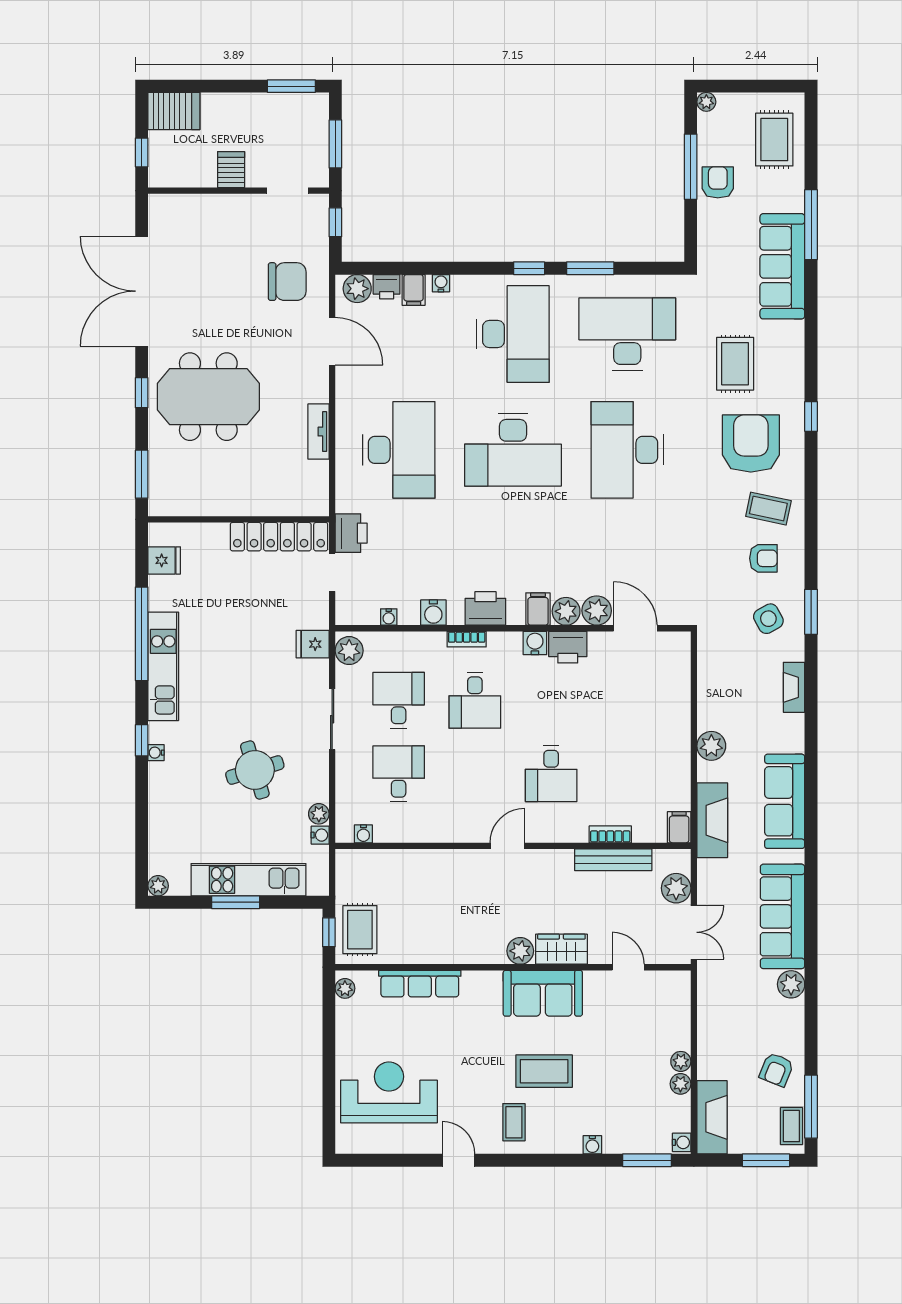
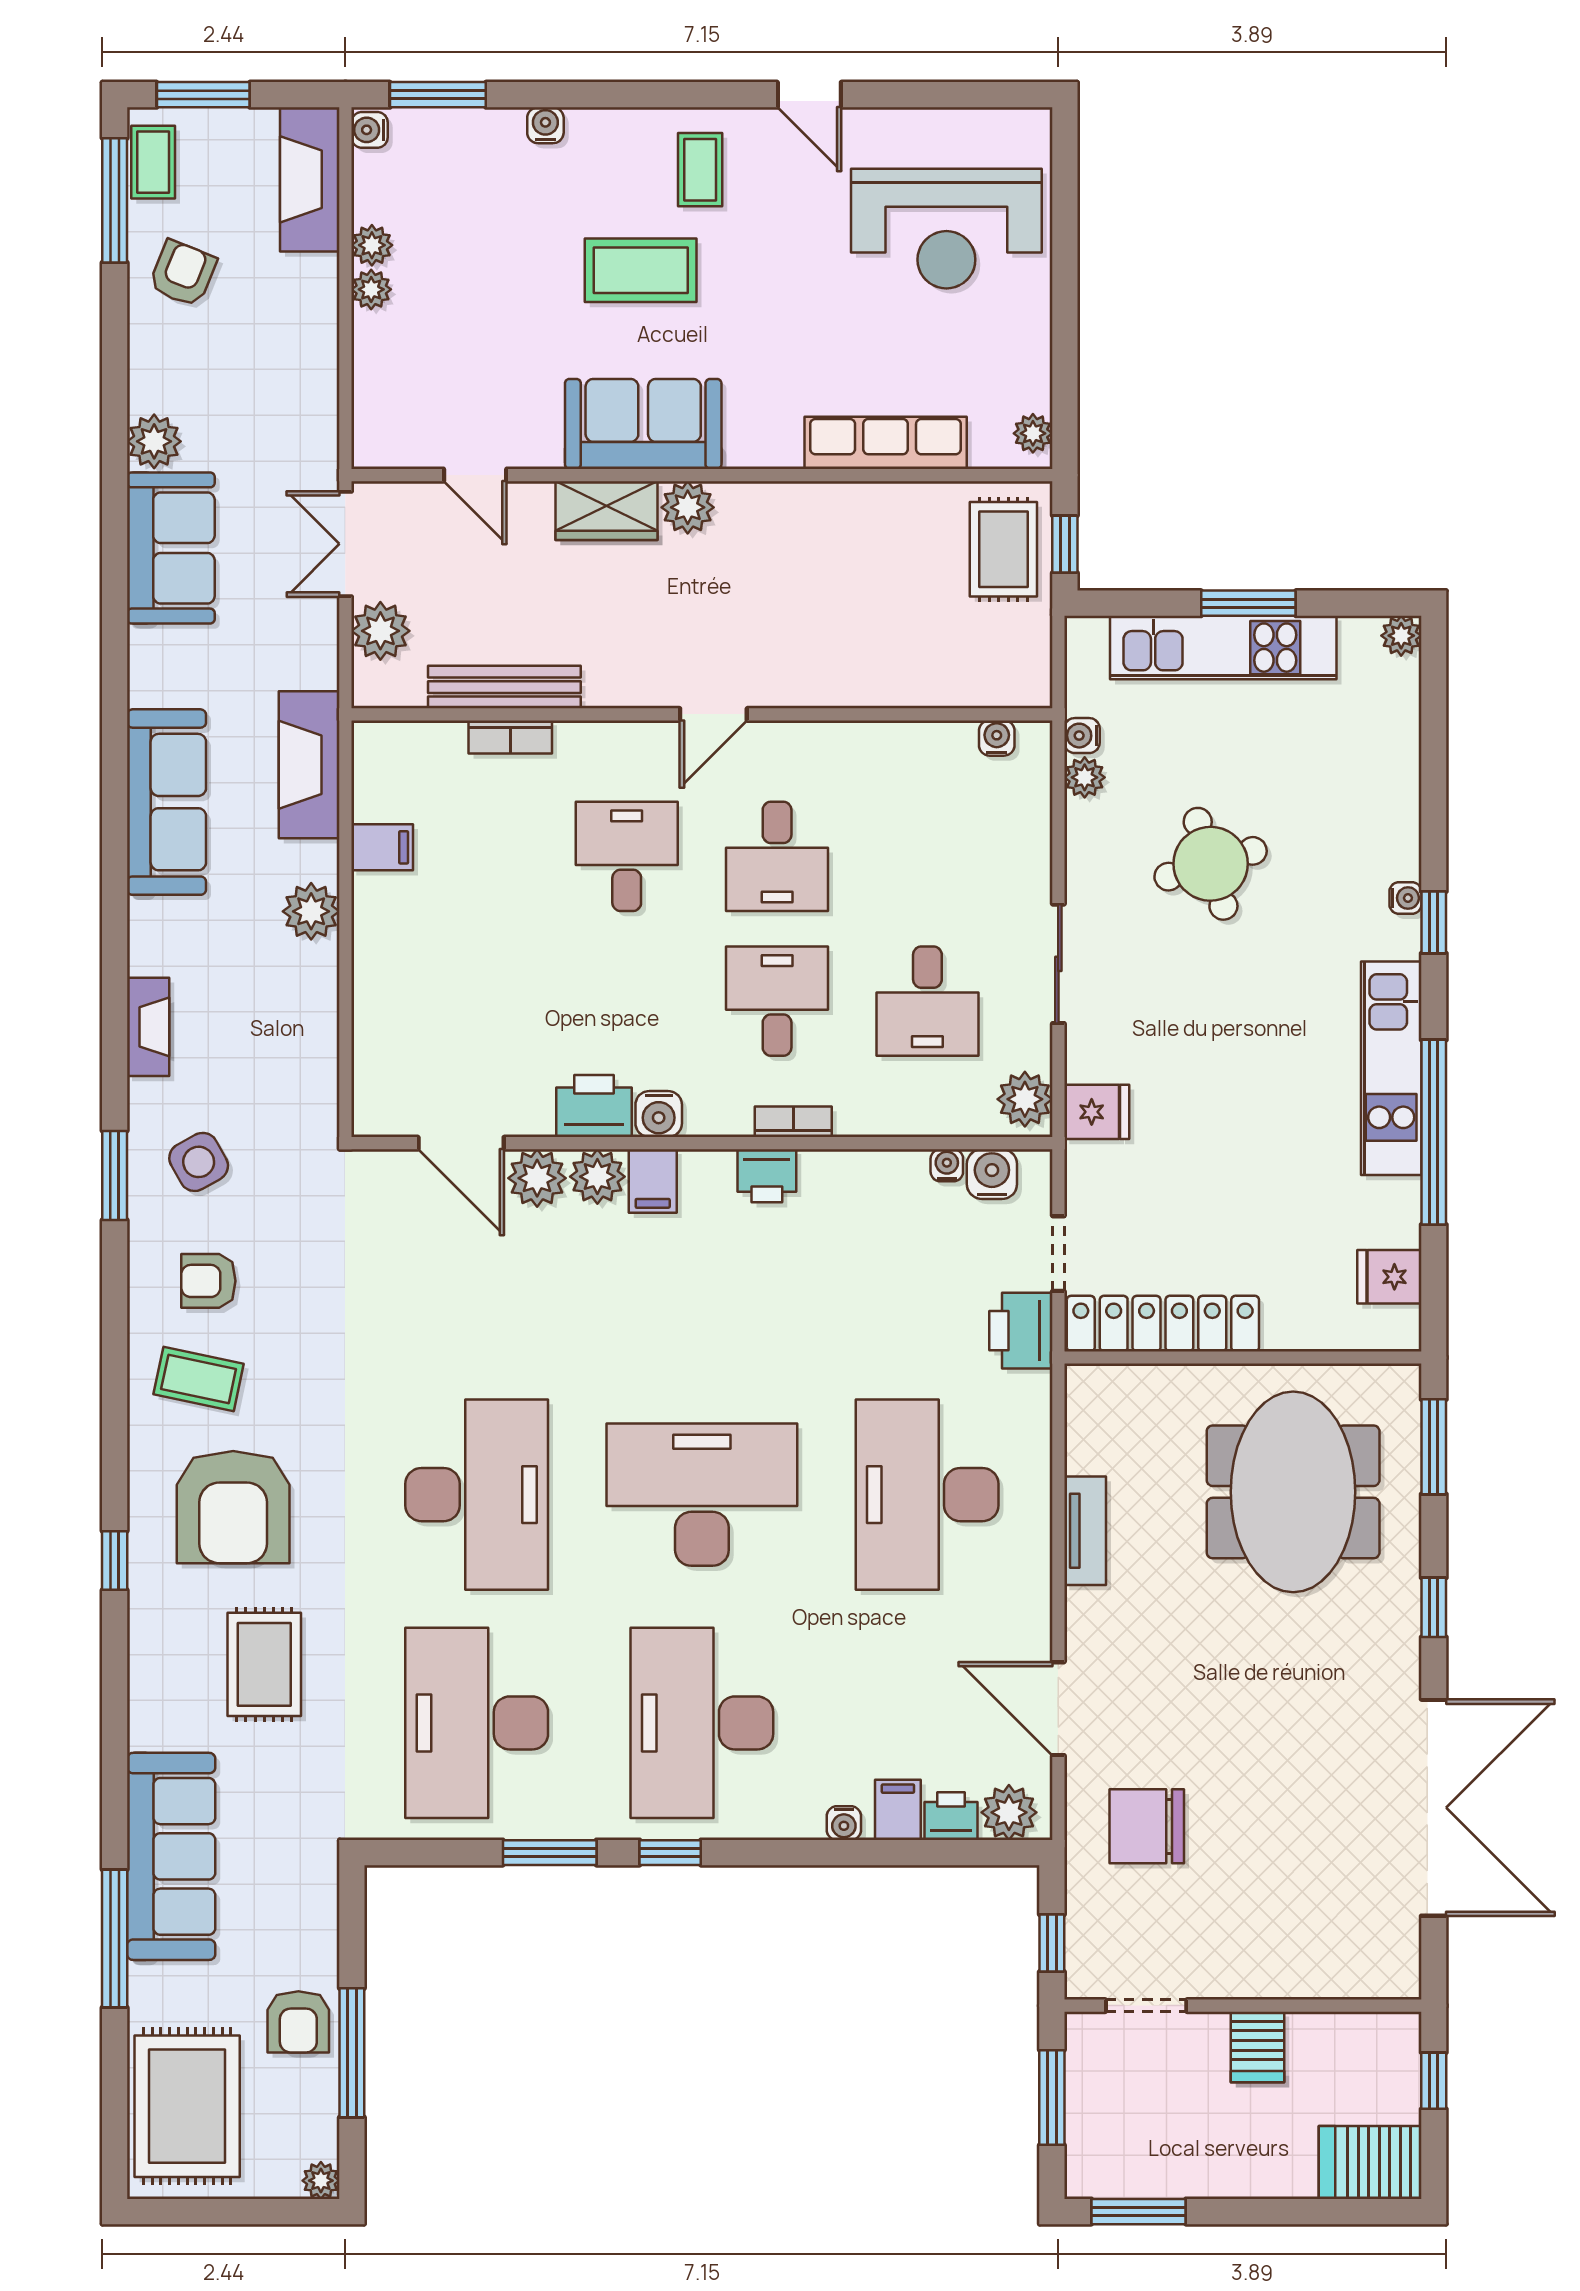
rug: (774, 140) -> (187, 2106), width x1.36, depth x1.43
desk: (627, 334) -> (477, 1723), turned 90
meeting table: (208, 397) -> (1293, 1492), moved, turned 90
printer: (485, 608) -> (767, 1176), width x0.73, depth x0.81
water cooler: (433, 613) -> (992, 1174), moved
desk: (399, 774) -> (777, 856), moved
filing cabinet: (679, 827) -> (382, 847), moved, turned -90
sofa: (783, 916) -> (171, 548), width x0.73

